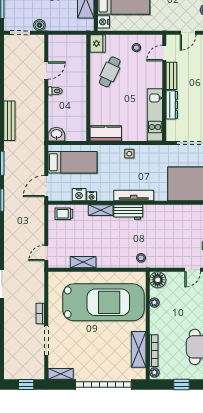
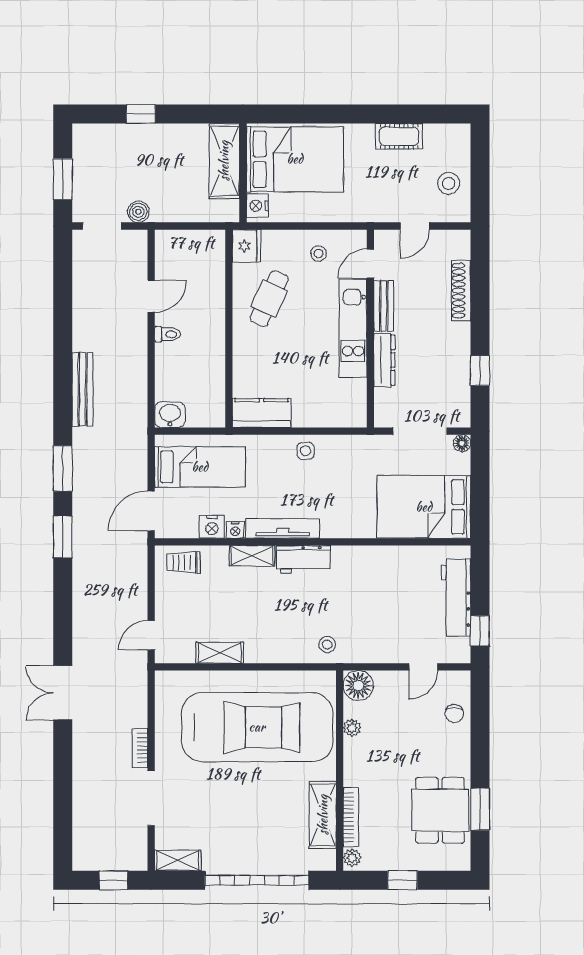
kitchen unit: (155, 115) -> (353, 328), moved
tv unit: (134, 195) -> (283, 528), moved

